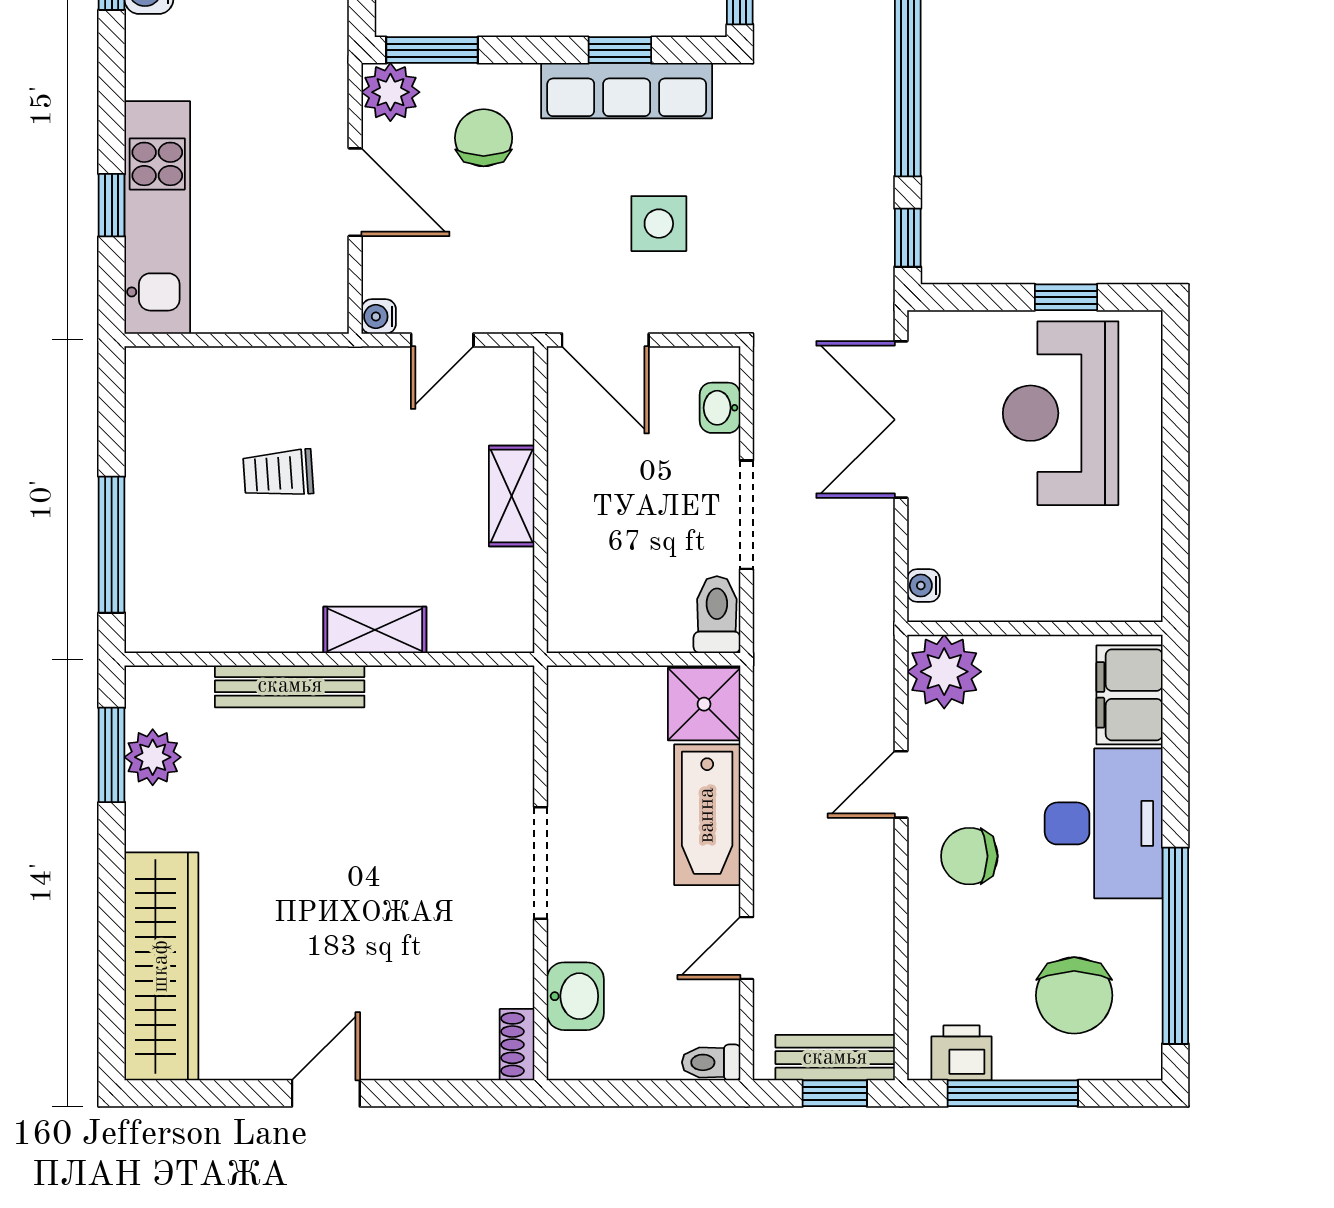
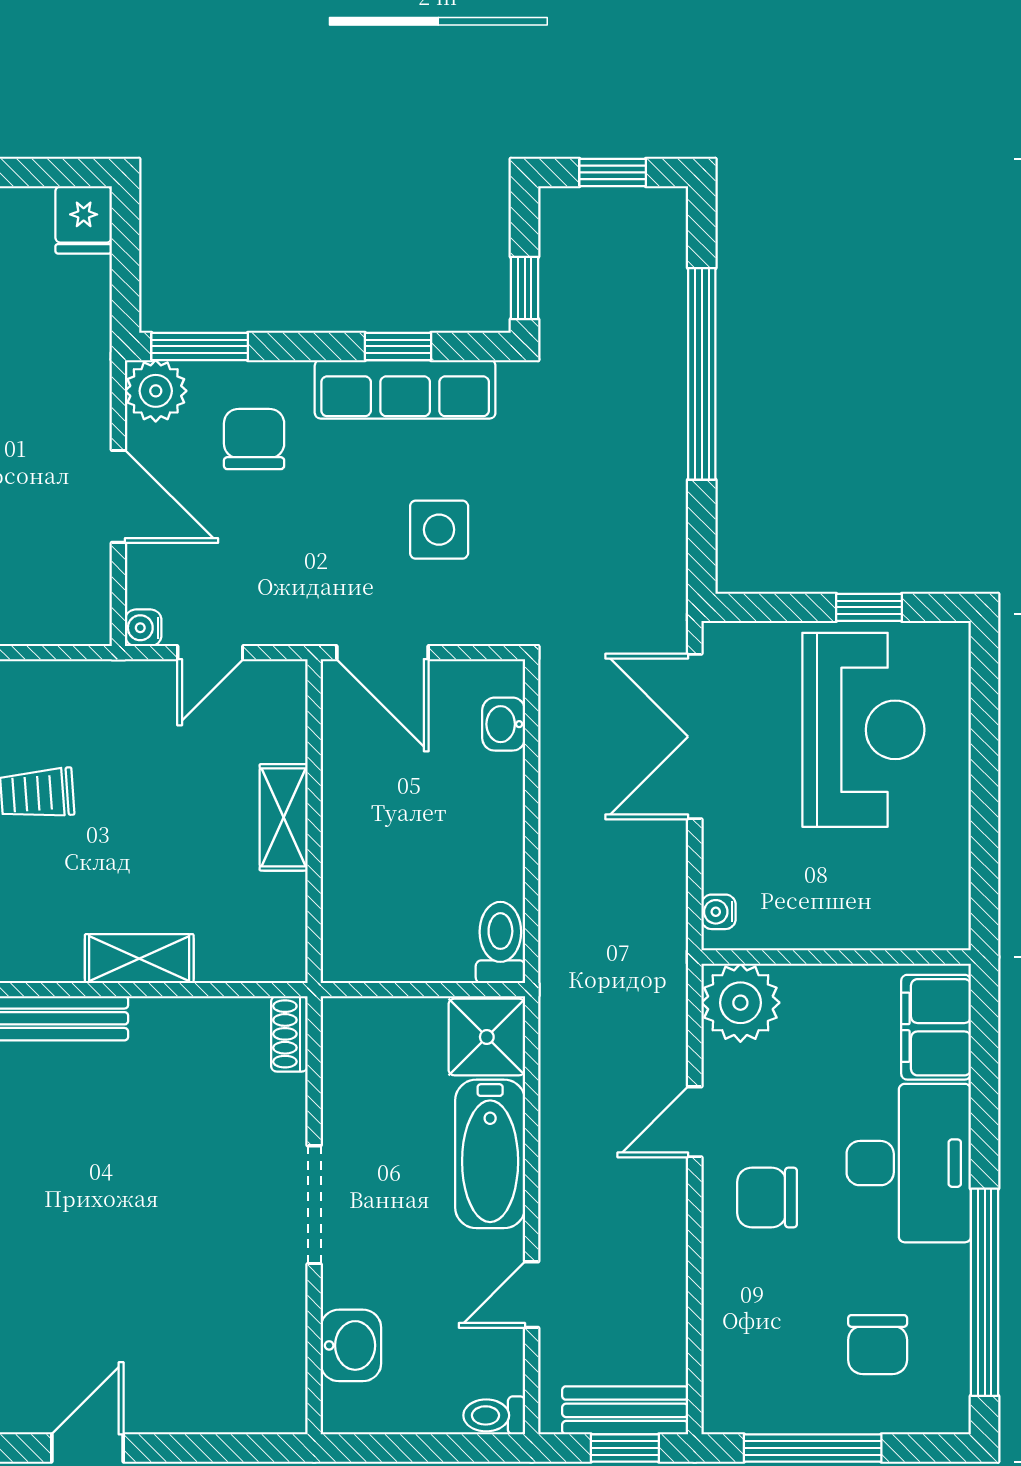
window: (908, 238) -> (702, 544), removed
reception desk: (1061, 413) -> (863, 730), turned 180
doorway: (746, 515) -> (532, 837), removed
chair: (1074, 995) -> (878, 1345), width x0.73, depth x0.73
shoe rack: (517, 1045) -> (289, 1034), moved
printer: (962, 1053) -> (759, 1405), removed

